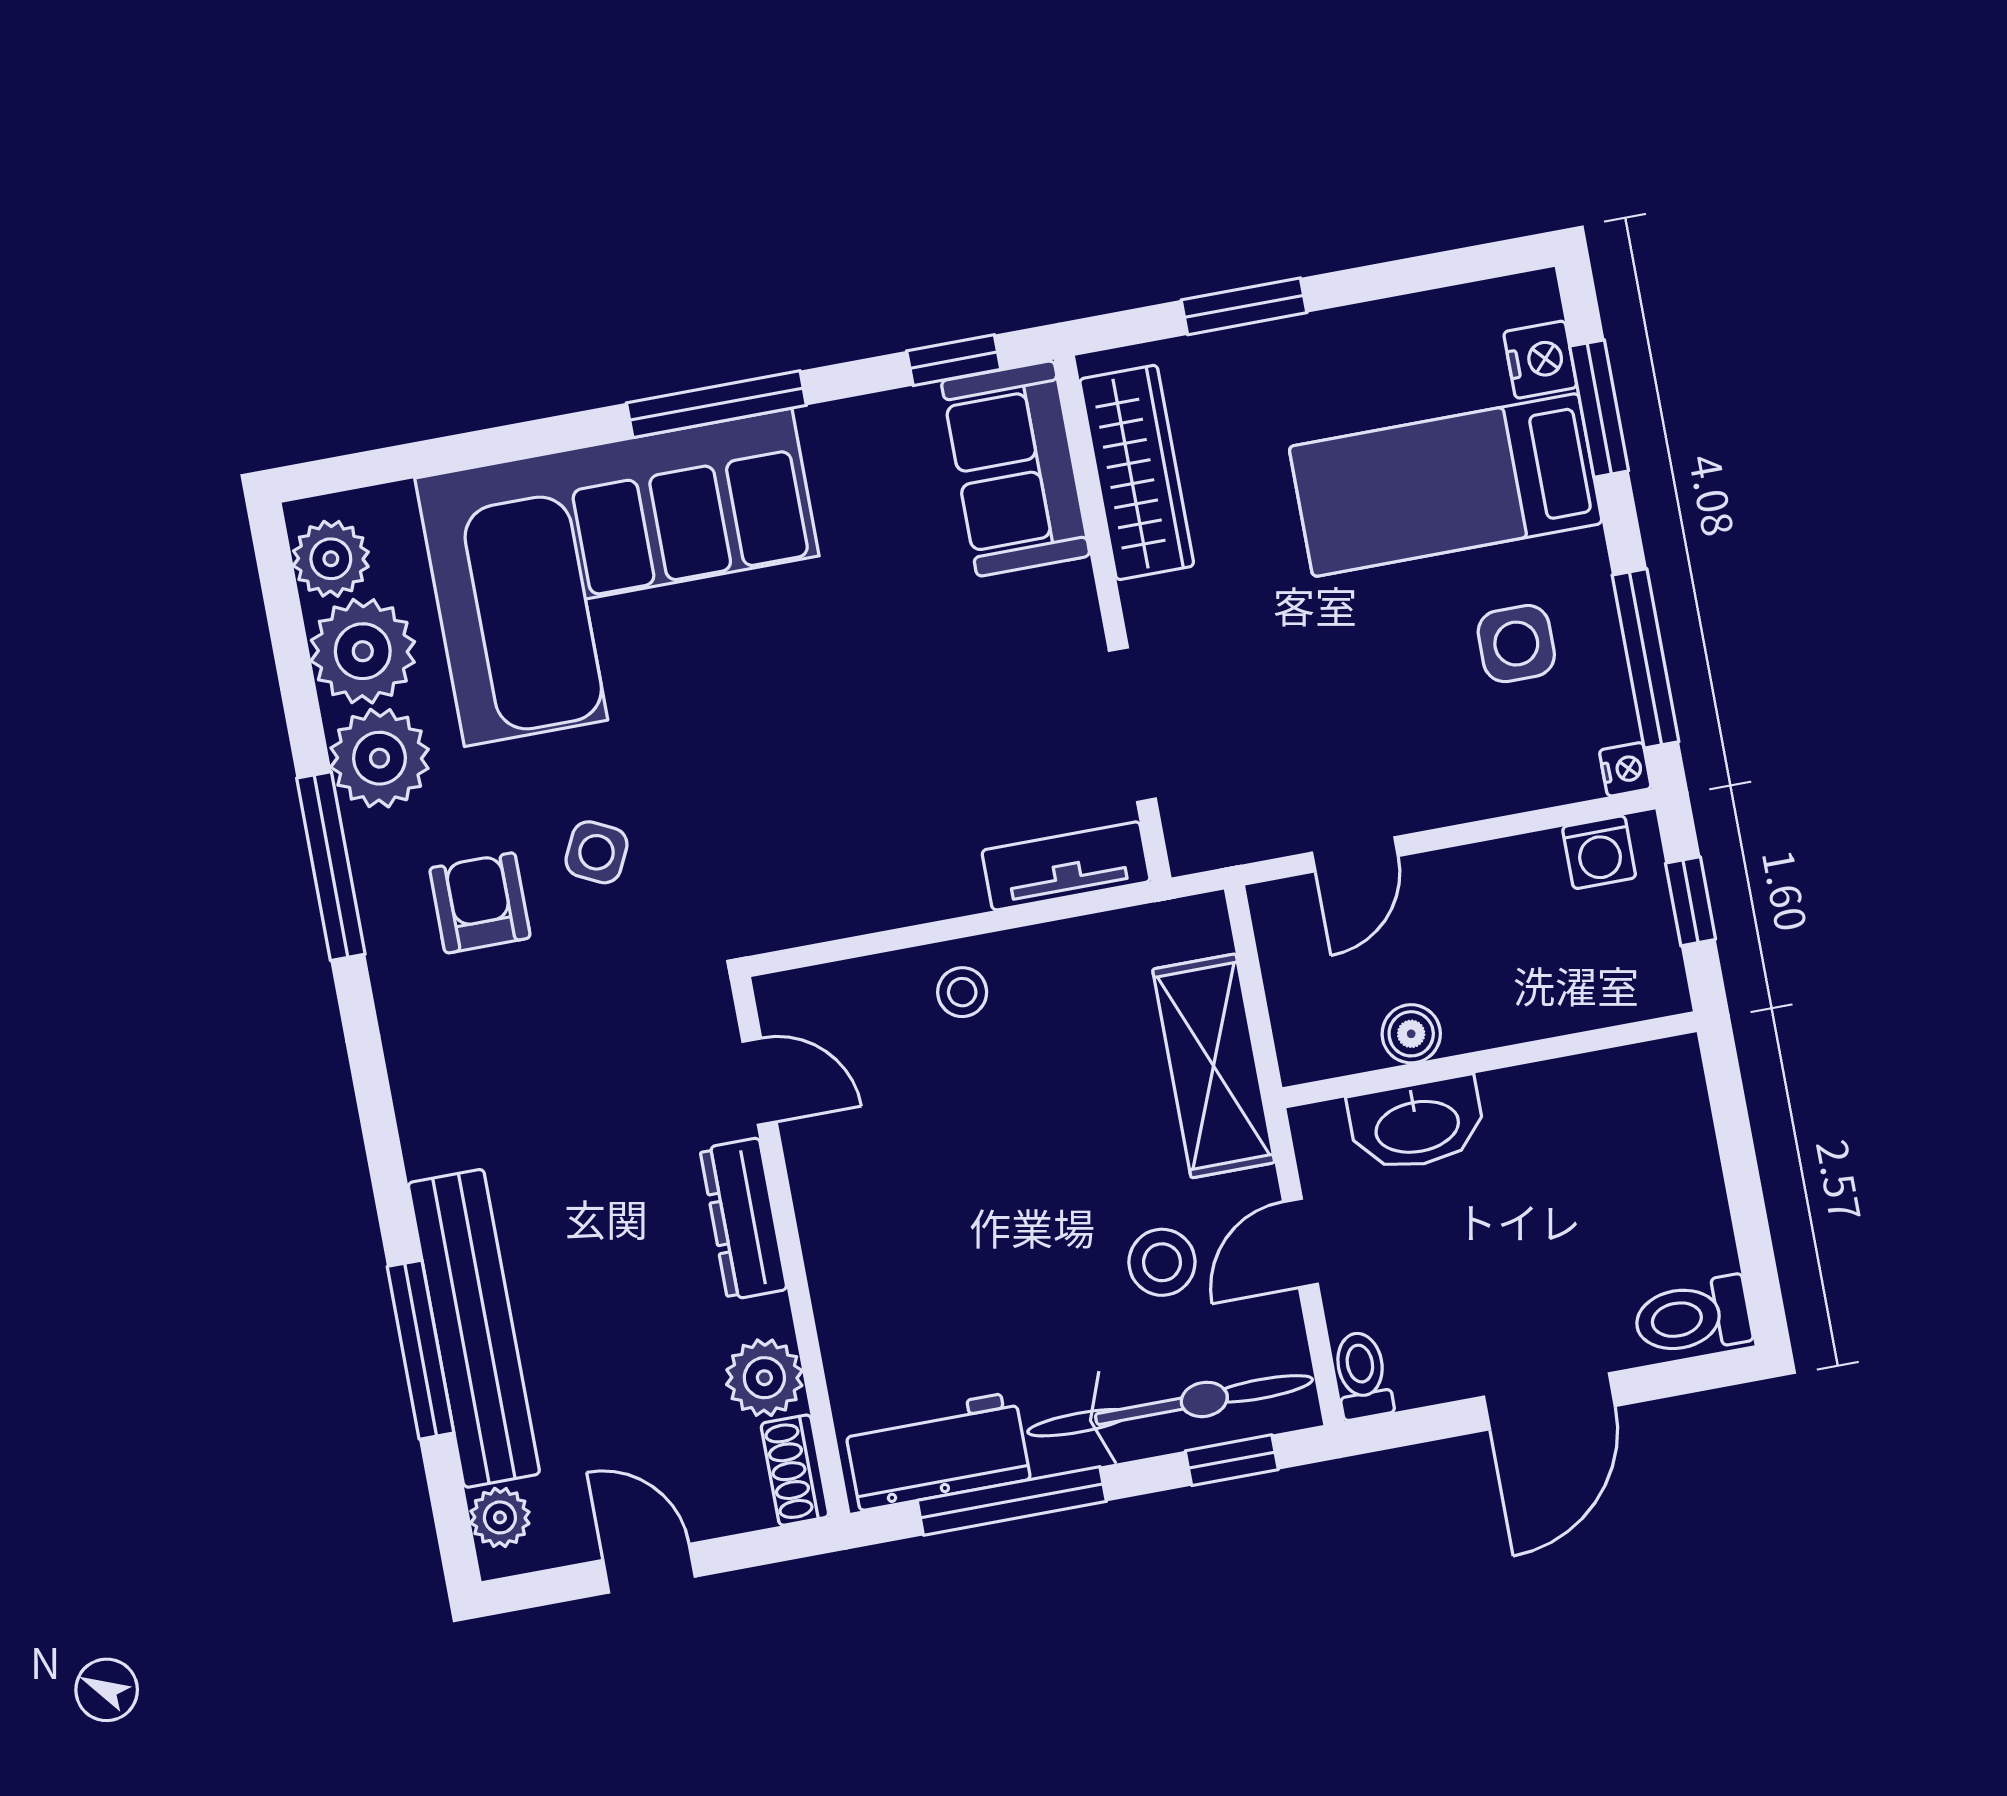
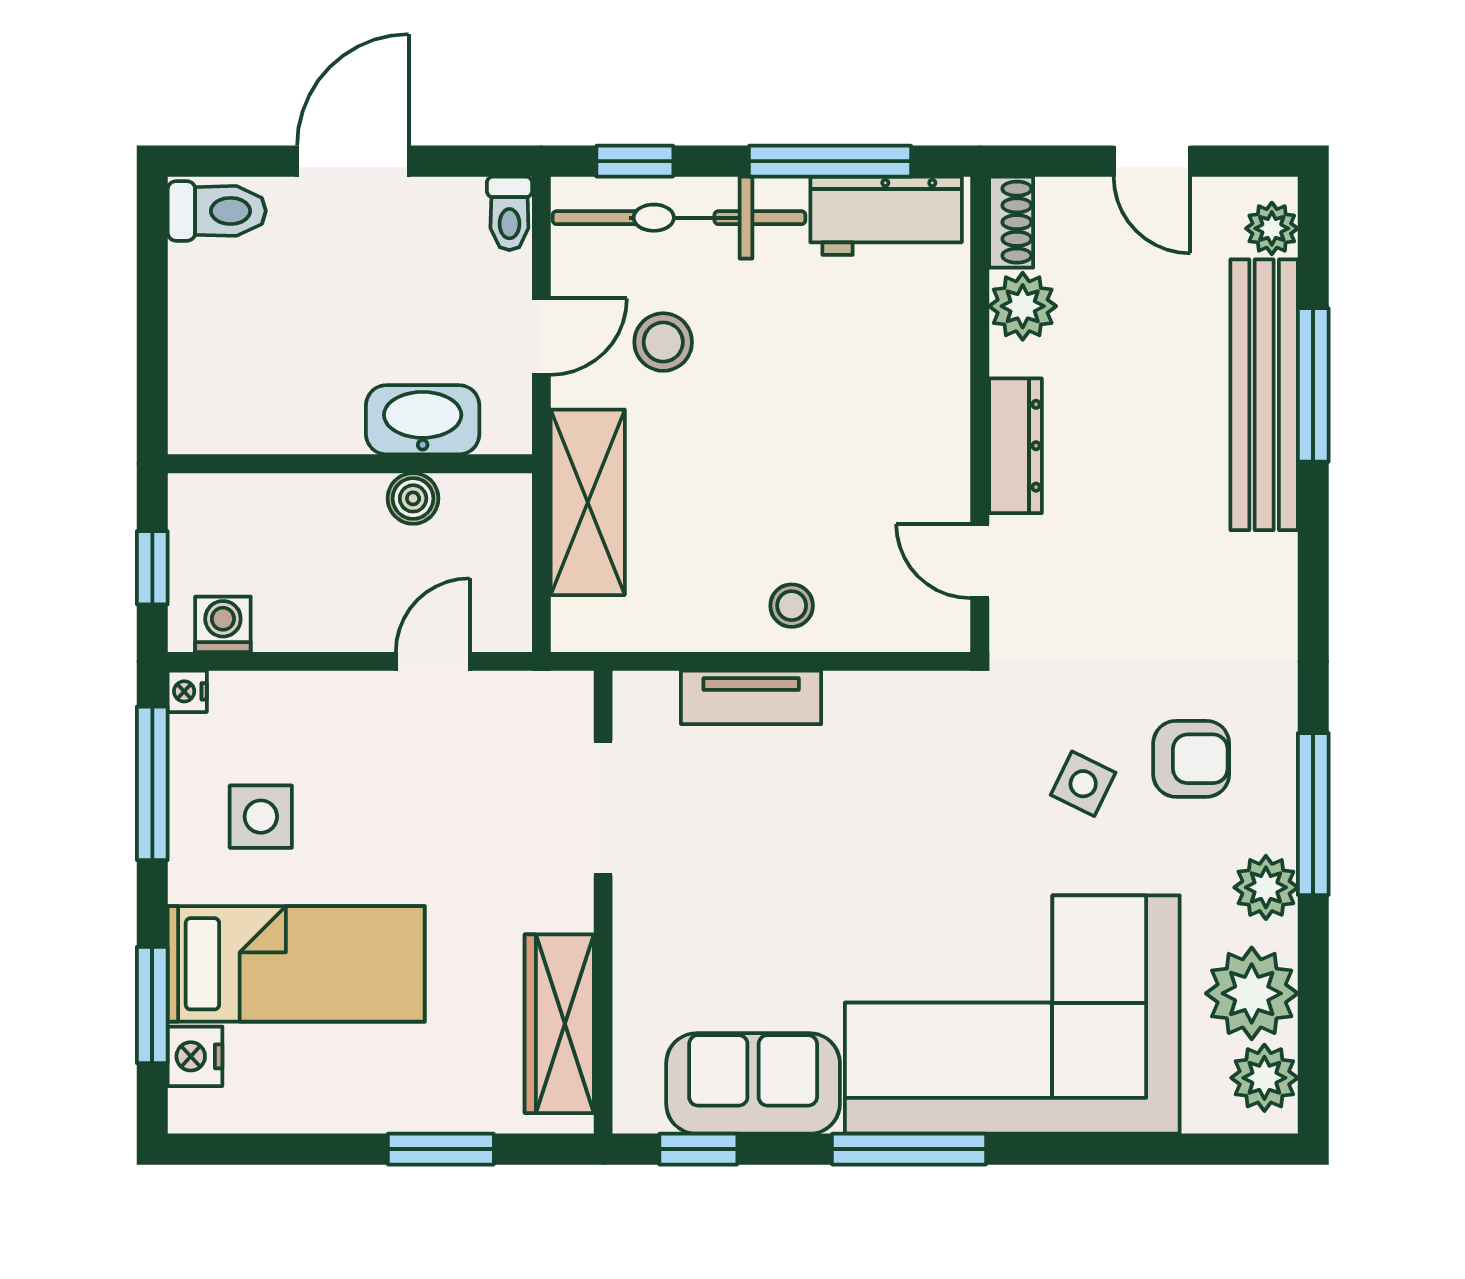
sofa: (1016, 469) -> (753, 1083), moved, turned -90
plant: (380, 758) -> (1266, 887), width x0.73, depth x0.73
tv unit: (1066, 866) -> (751, 697), moved
armchair: (480, 903) -> (1191, 759), turned -90

